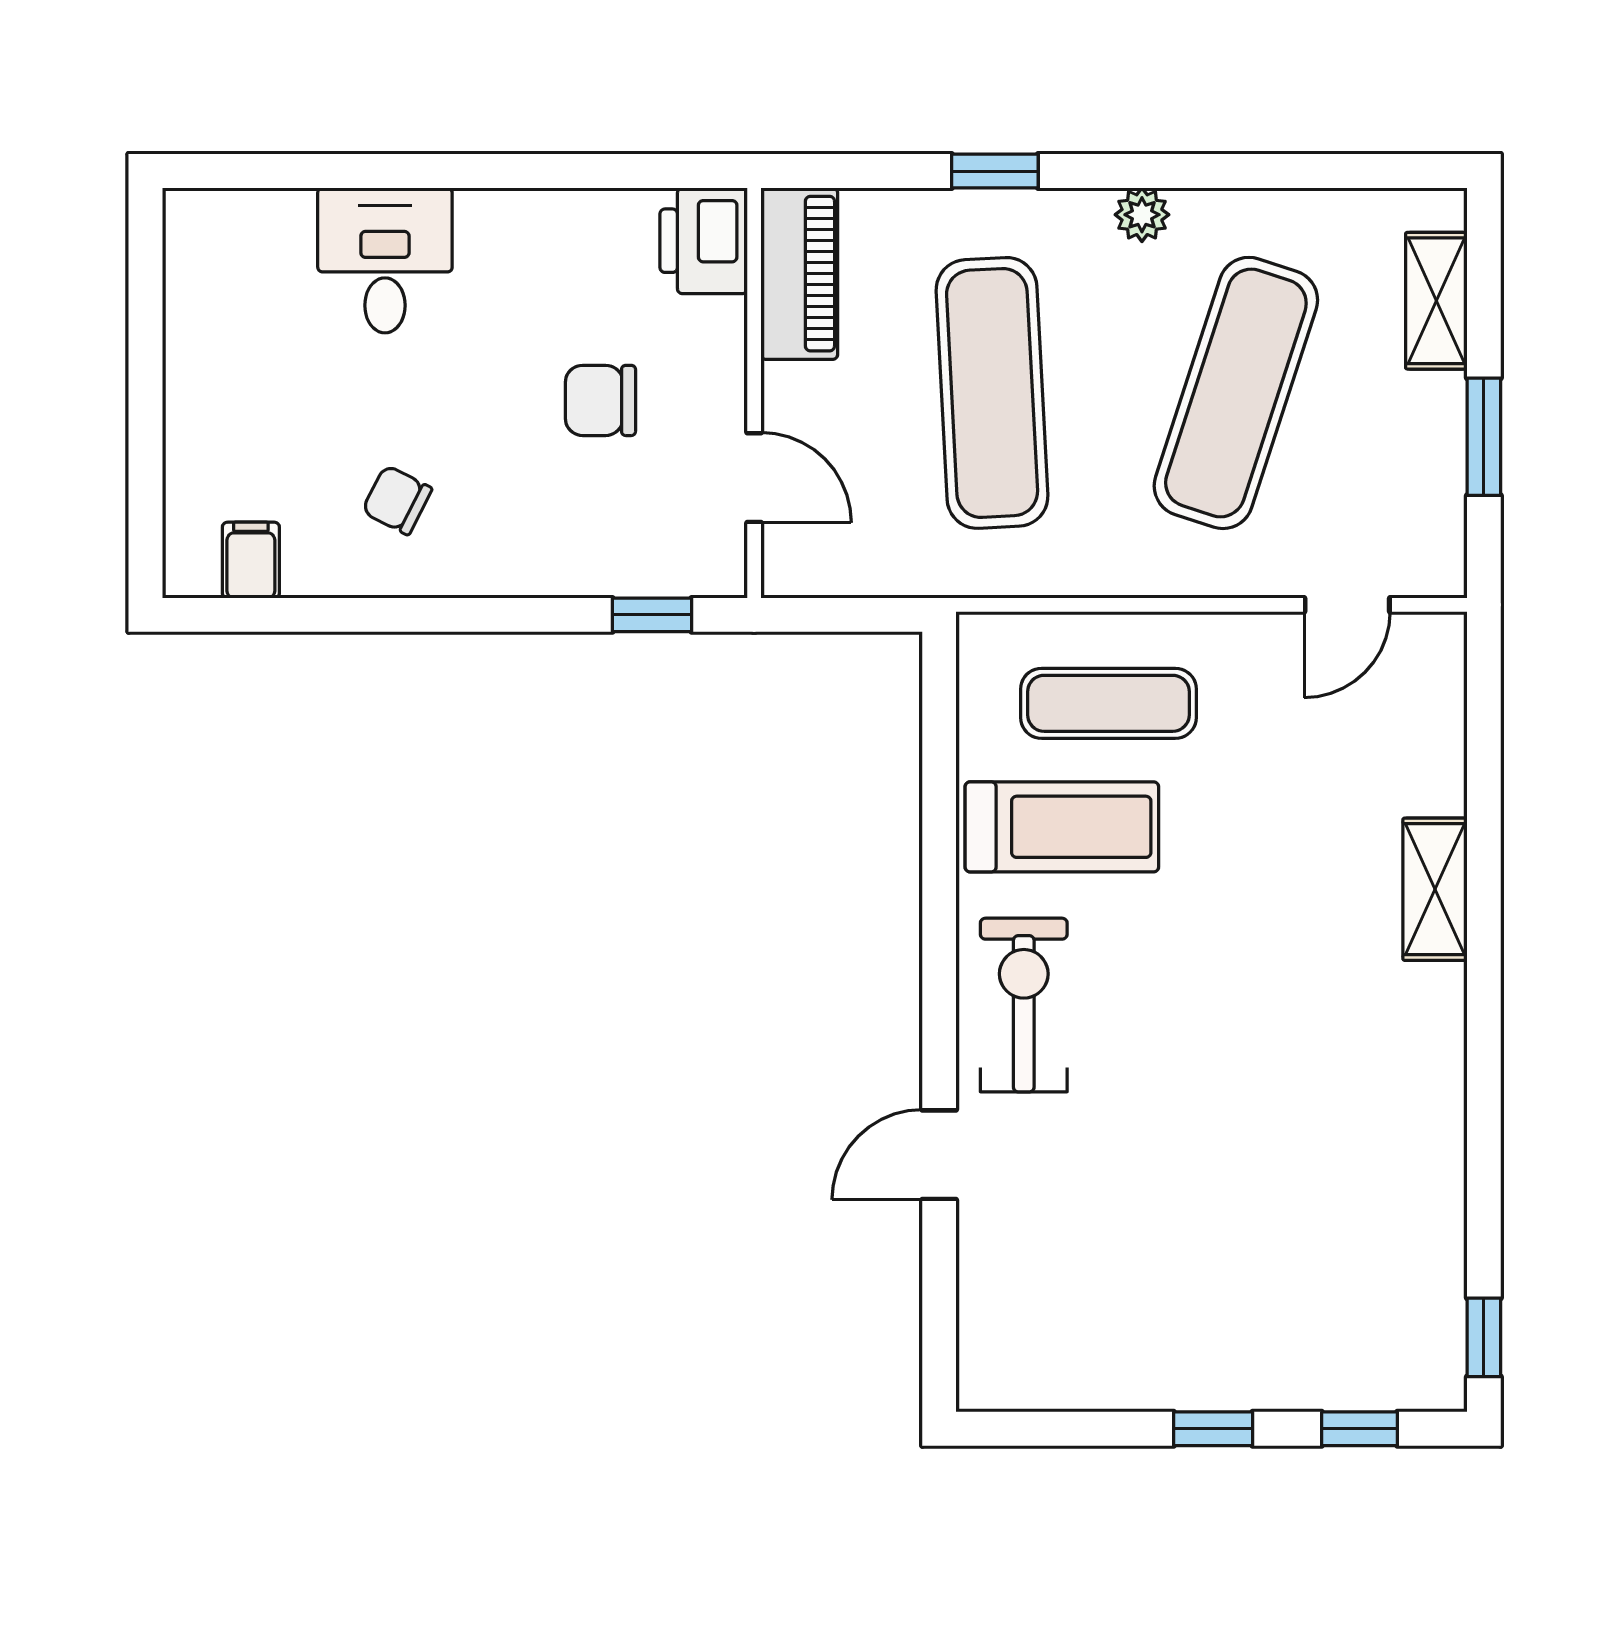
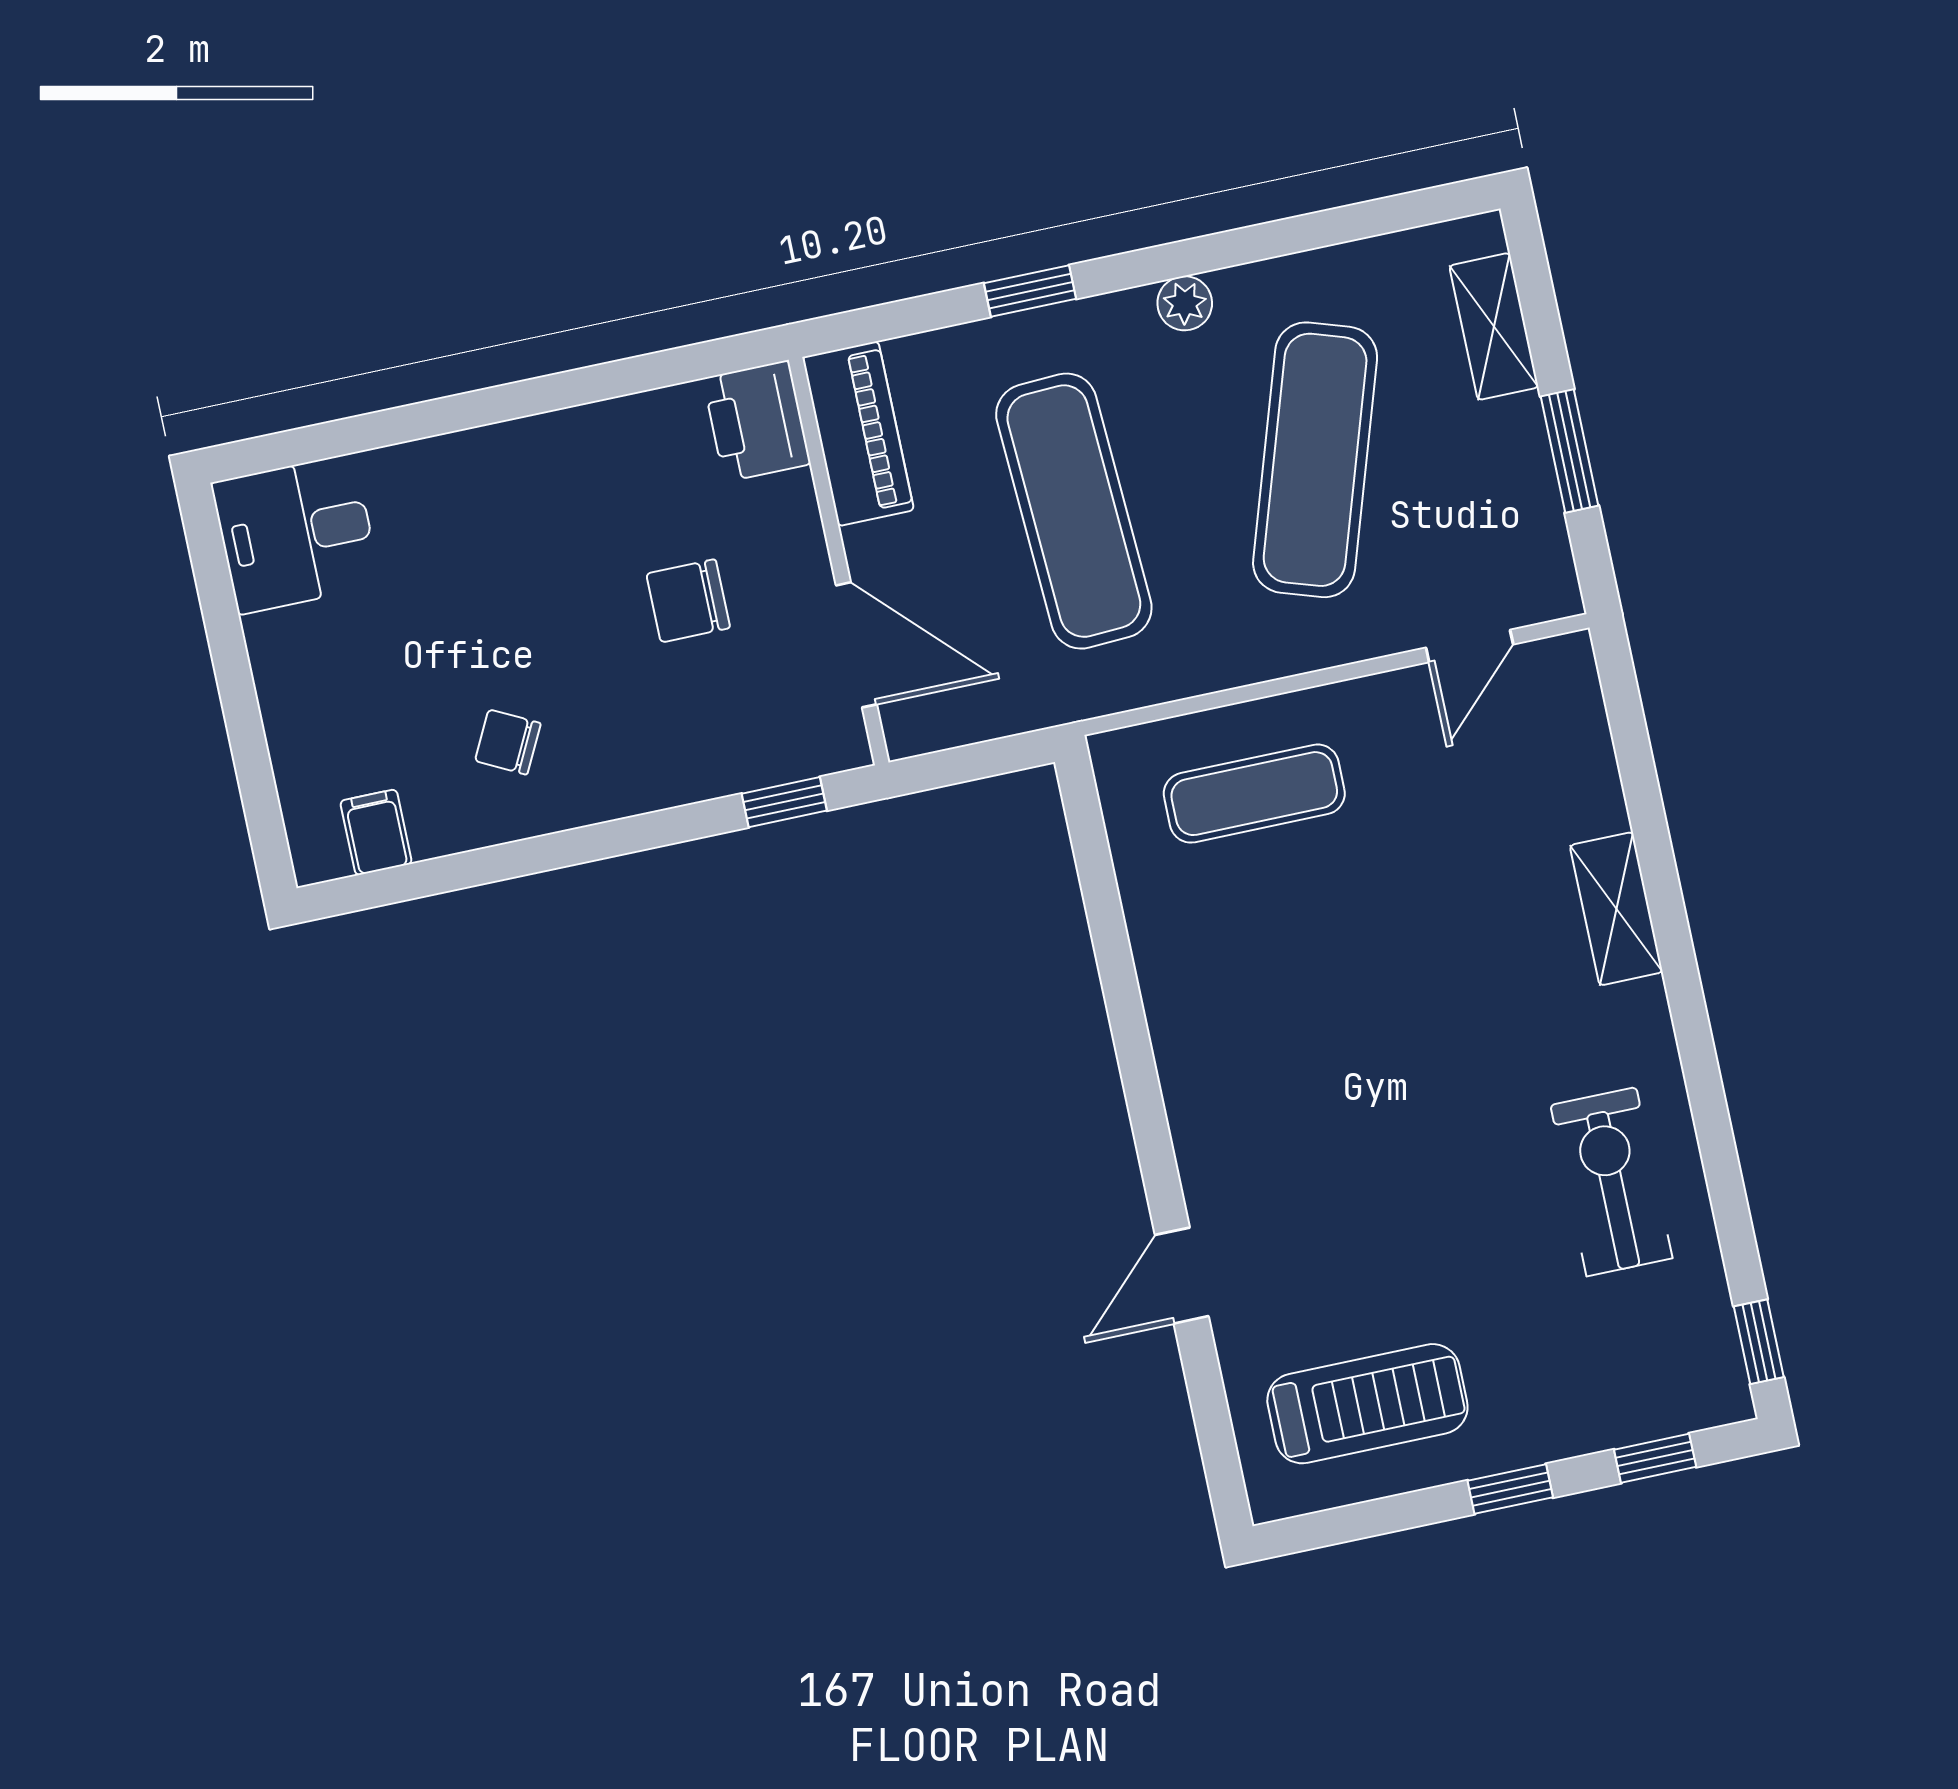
desk: (385, 260) -> (296, 534), moved, turned -90
door: (754, 478) -> (856, 645), width x1.38
treadmill: (1062, 827) -> (1367, 1404), moved
exercise bike: (1024, 1005) -> (1611, 1182), moved

